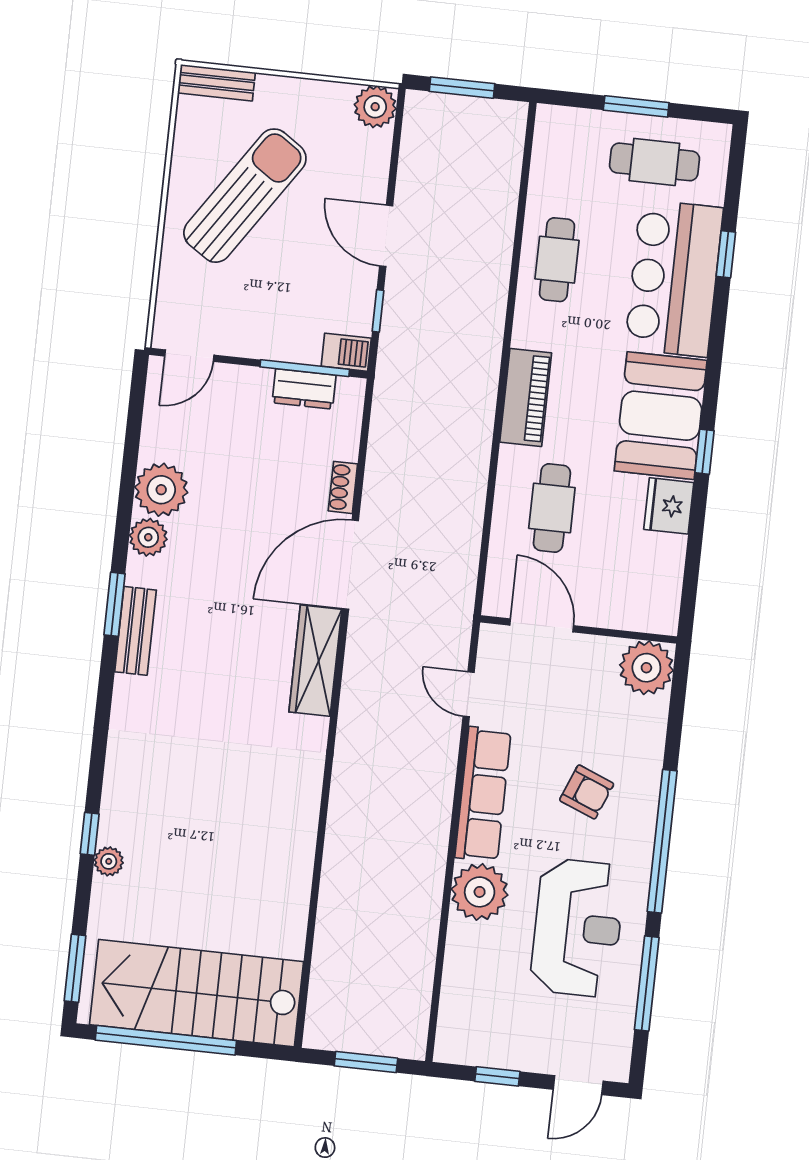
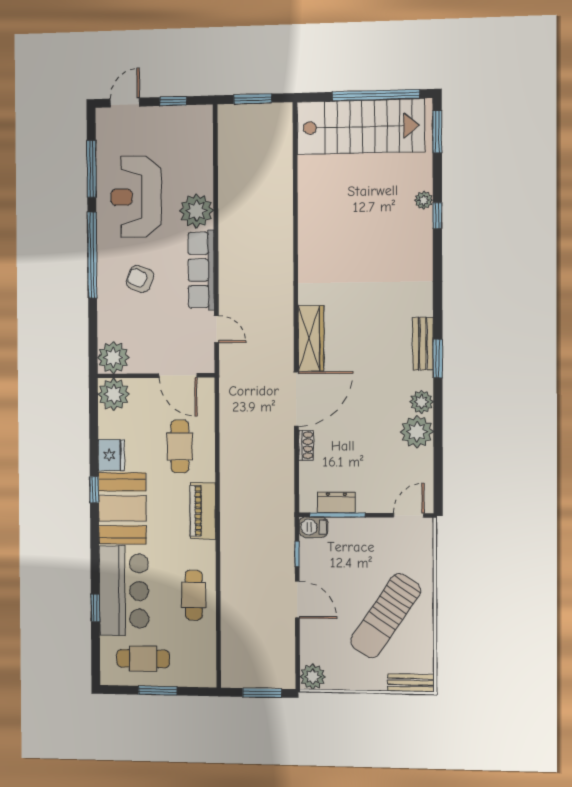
plant: (653, 607) -> (114, 394), added

